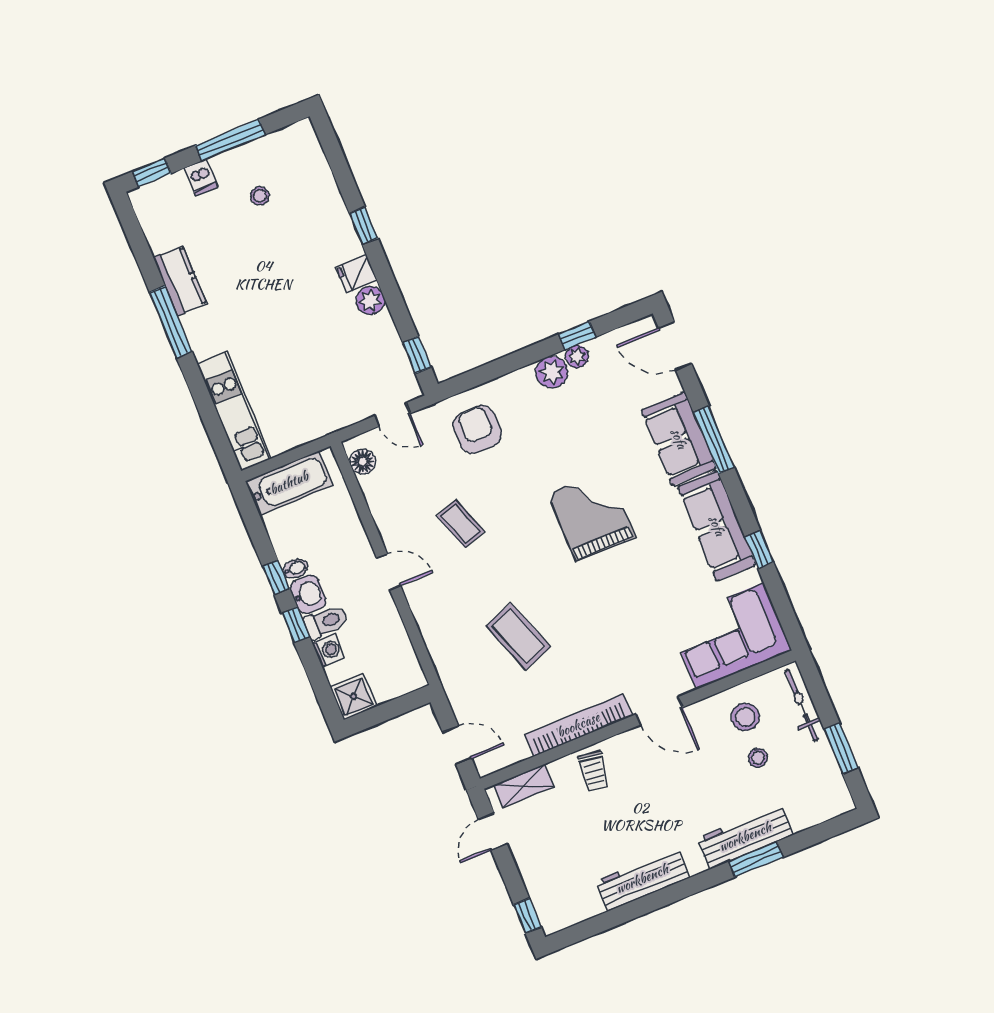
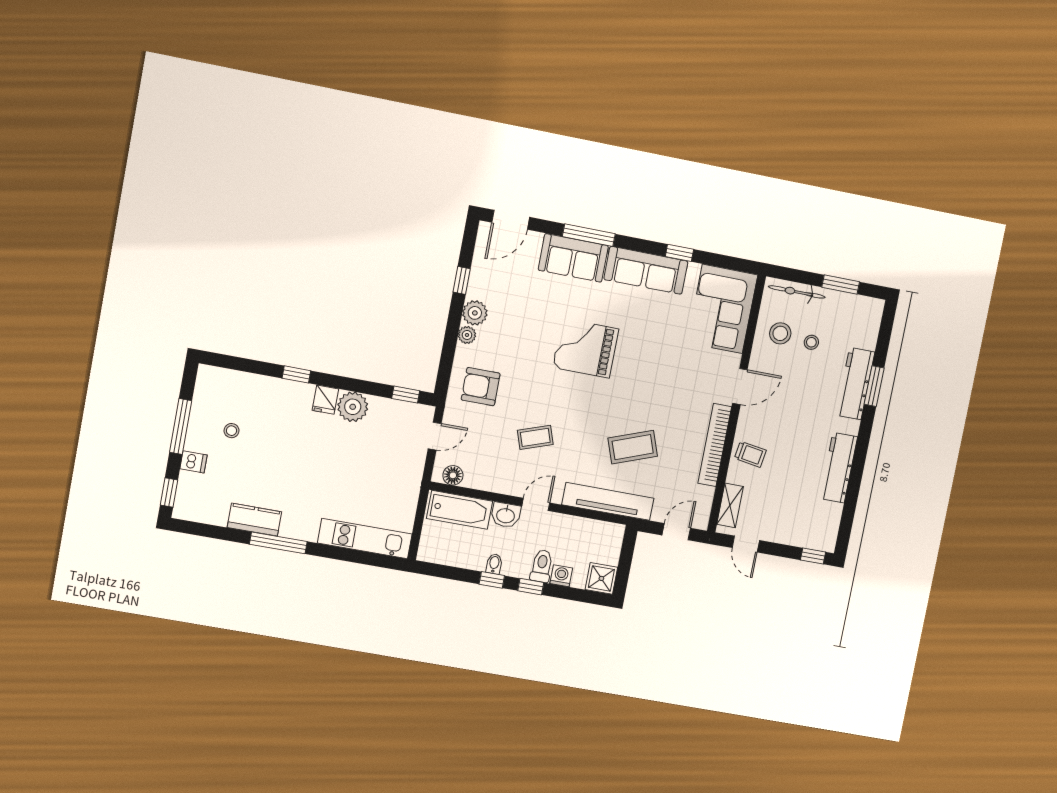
plant: (370, 300) -> (353, 407), width x1.36, depth x1.36
plant: (577, 357) -> (467, 335), moved
bathtub: (289, 483) -> (460, 510), moved, turned 90
washbasin: (308, 594) -> (506, 515), moved, turned 180
tv unit: (442, 648) -> (608, 501), added

